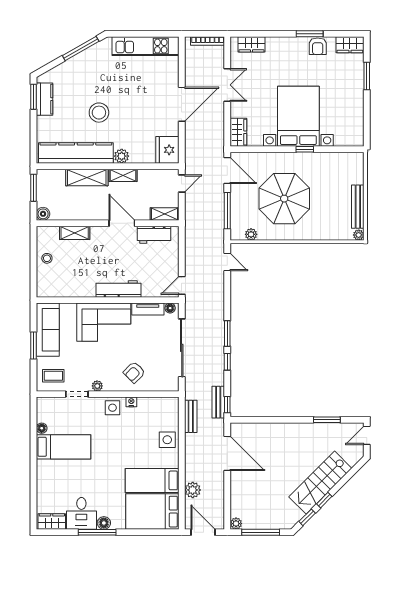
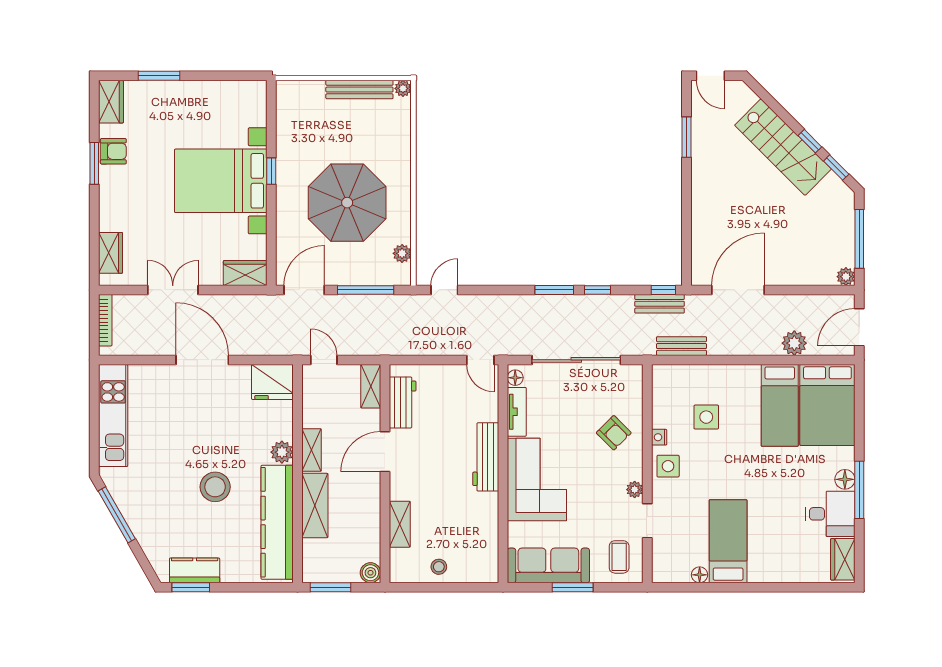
side table: (167, 440) -> (706, 417), moved

